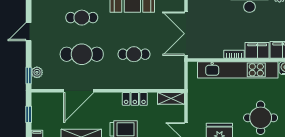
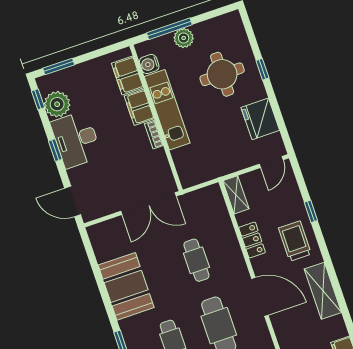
kitchen unit: (238, 70) -> (167, 110), width x0.73
door: (79, 91) -> (260, 297), moved

